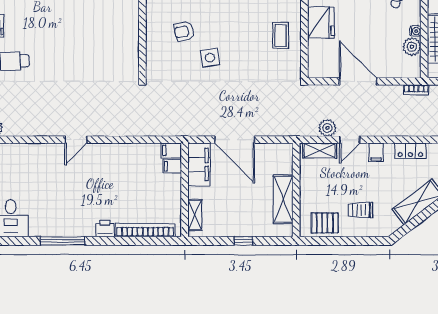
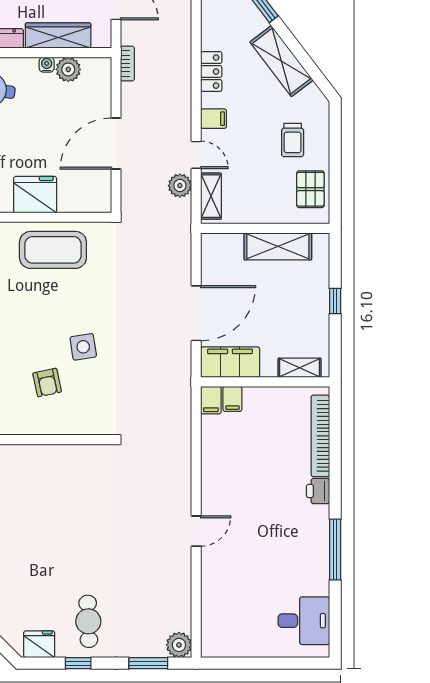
coffee table: (281, 36) -> (53, 250), width x1.86, depth x1.72
door: (76, 140) -> (196, 531), hinge flipped

